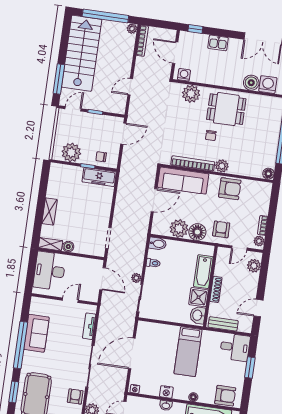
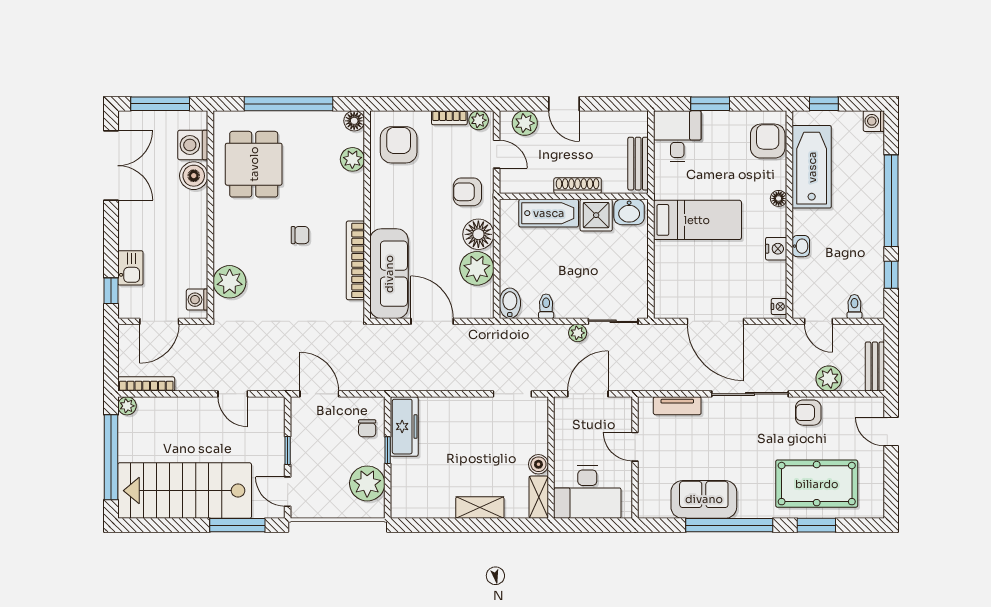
kitchen sink: (218, 43) -> (130, 268), moved
dining table: (226, 109) -> (254, 164), moved
plant: (222, 166) -> (352, 159), moved
armchair: (230, 189) -> (399, 145), moved
door: (258, 308) -> (564, 104), moved

